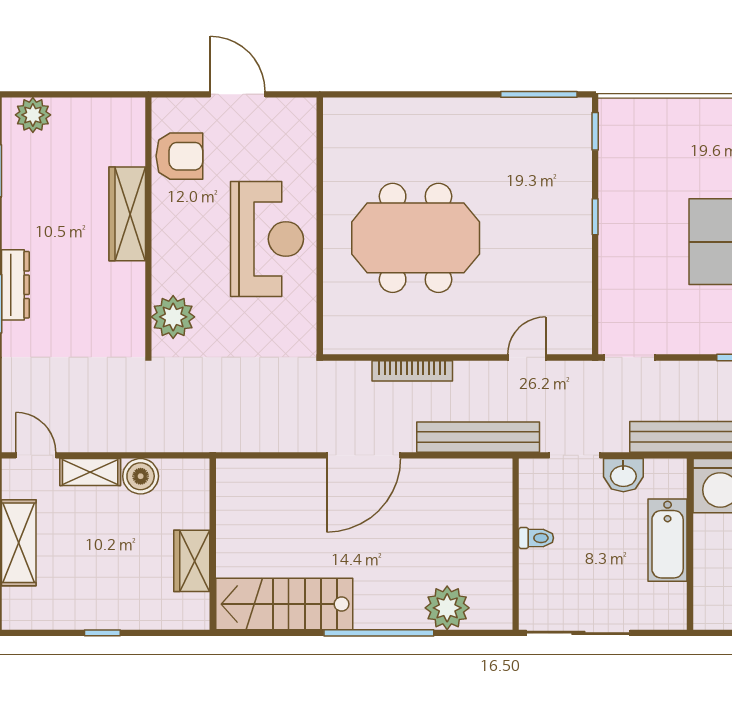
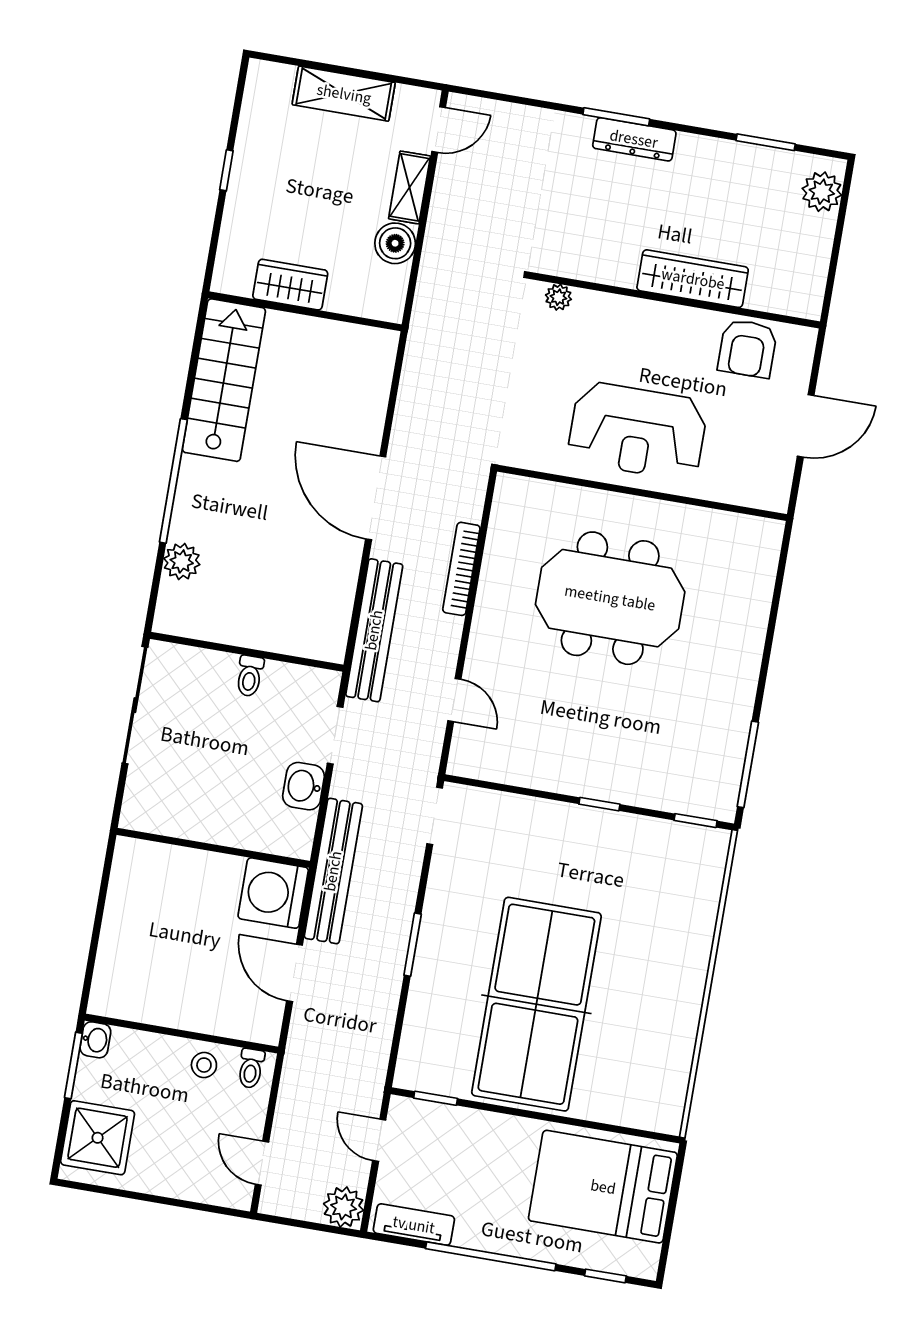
meeting table: (416, 238) -> (610, 598), turned 90
plant: (173, 317) -> (558, 297), width x0.53, depth x0.53
bathtub: (668, 540) -> (222, 823), removed
plant: (447, 608) -> (182, 561), width x0.73, depth x0.73

